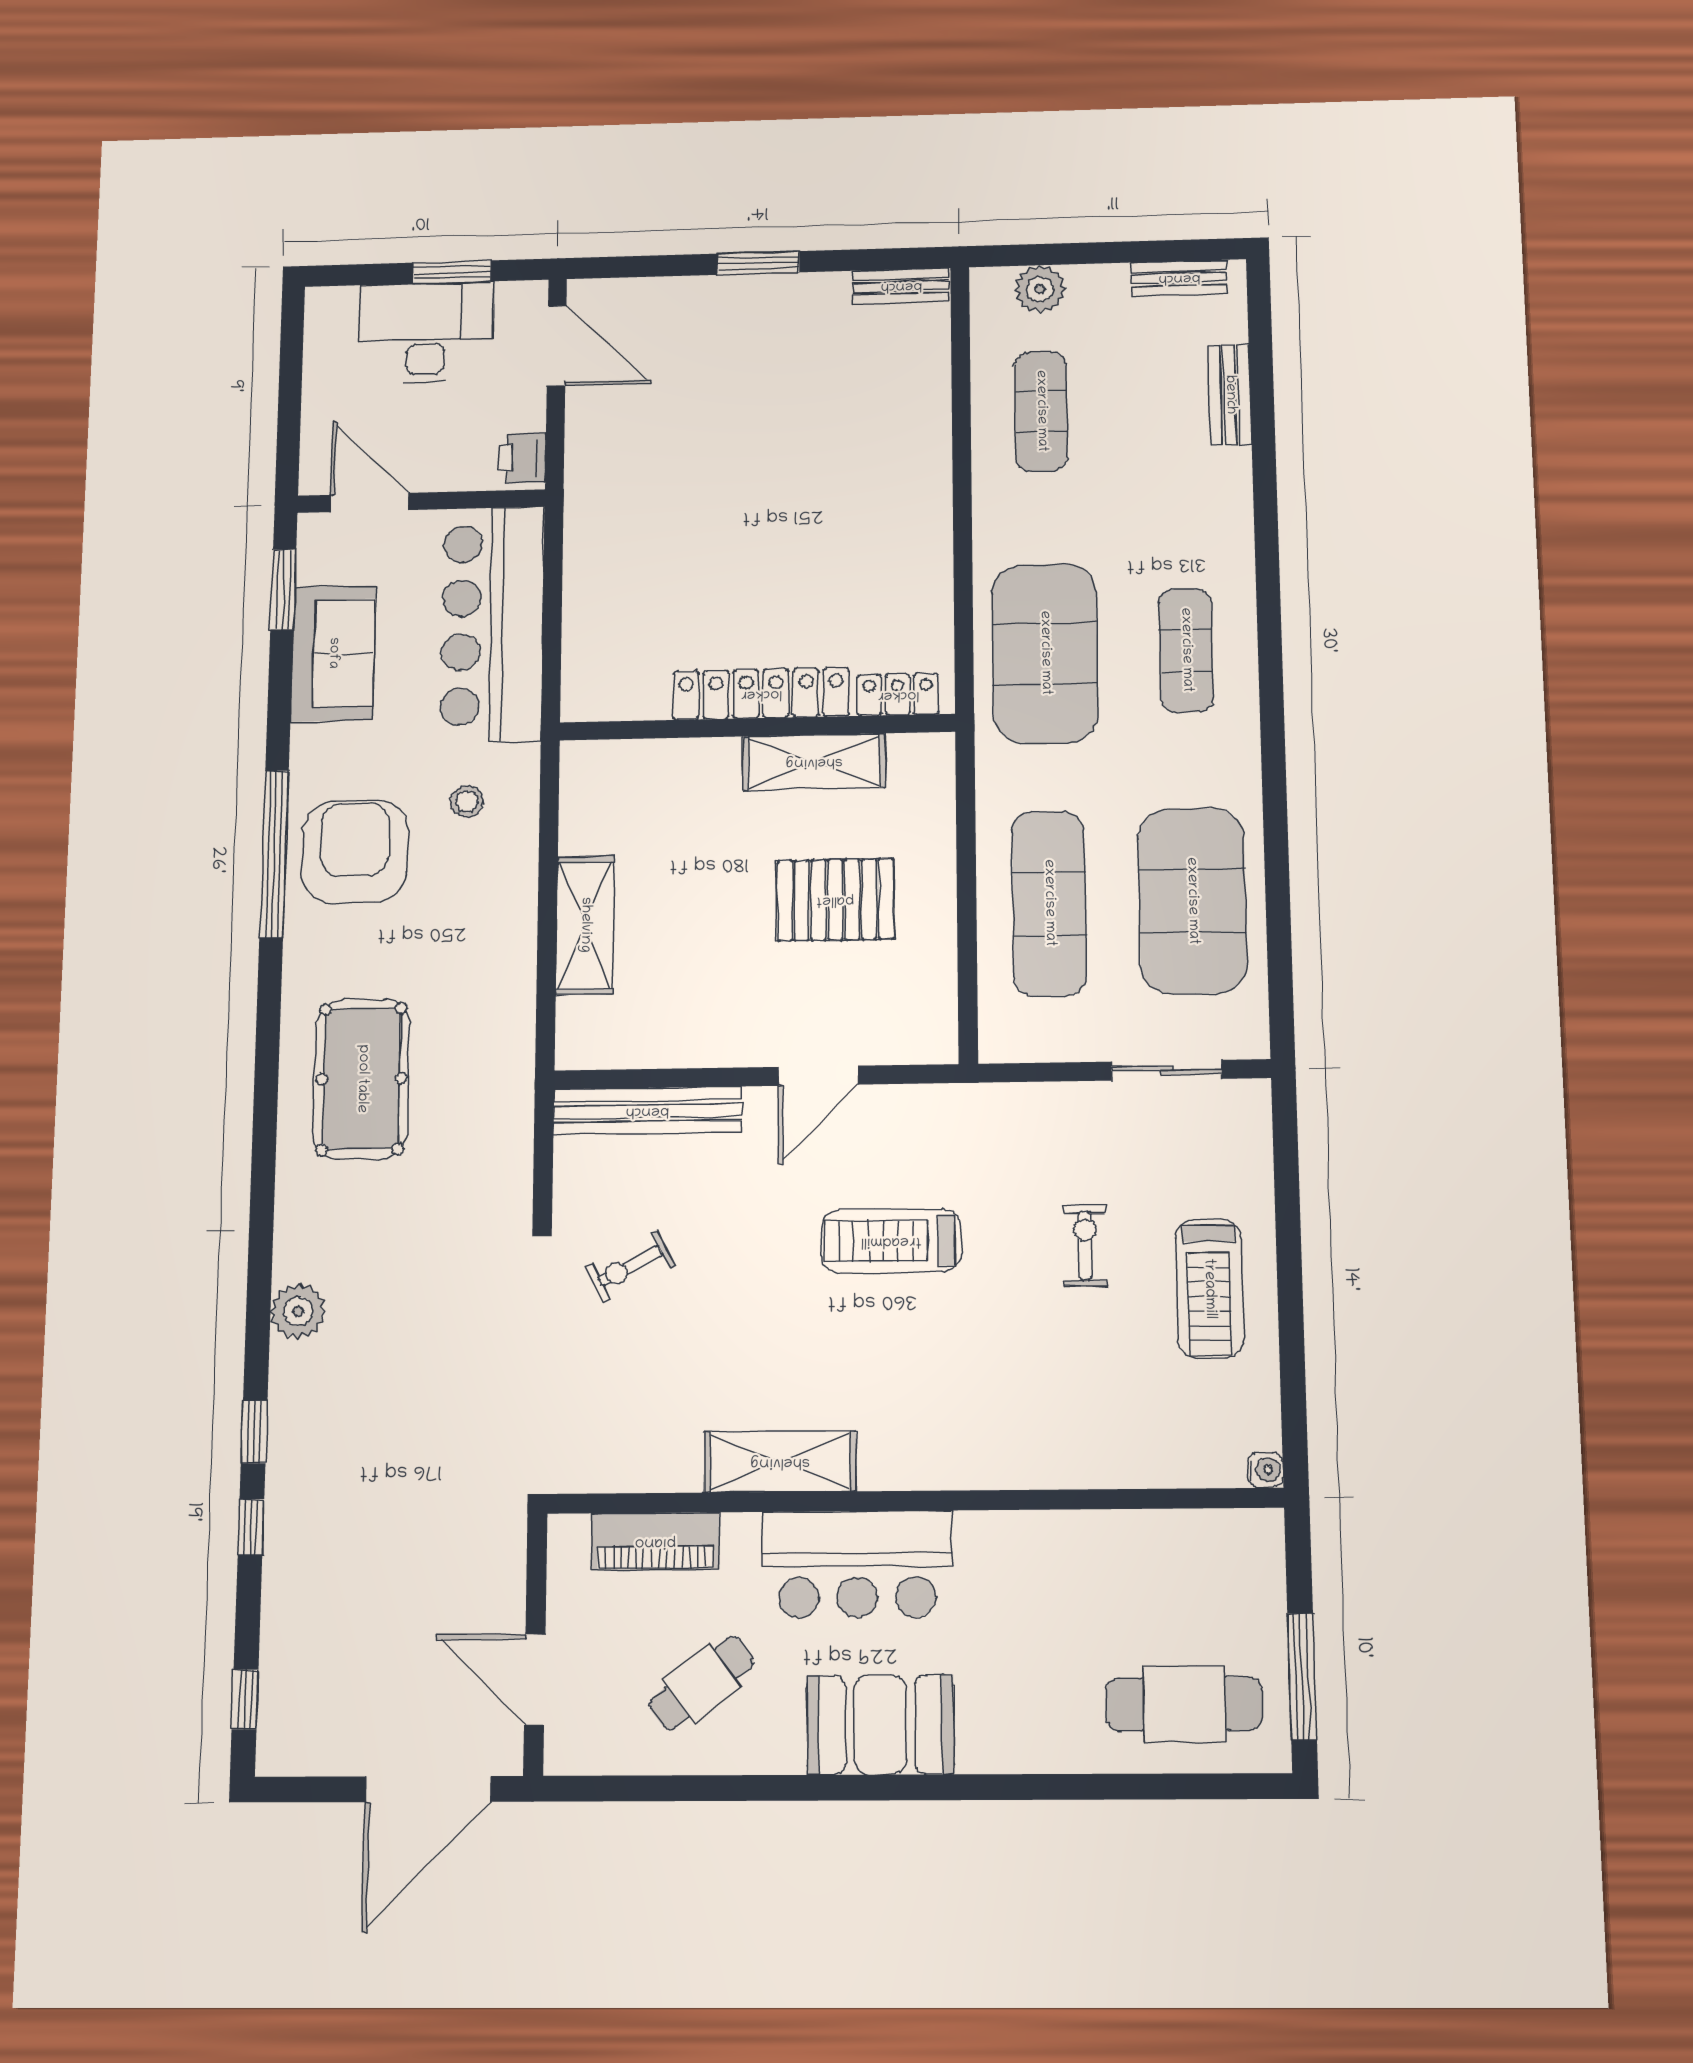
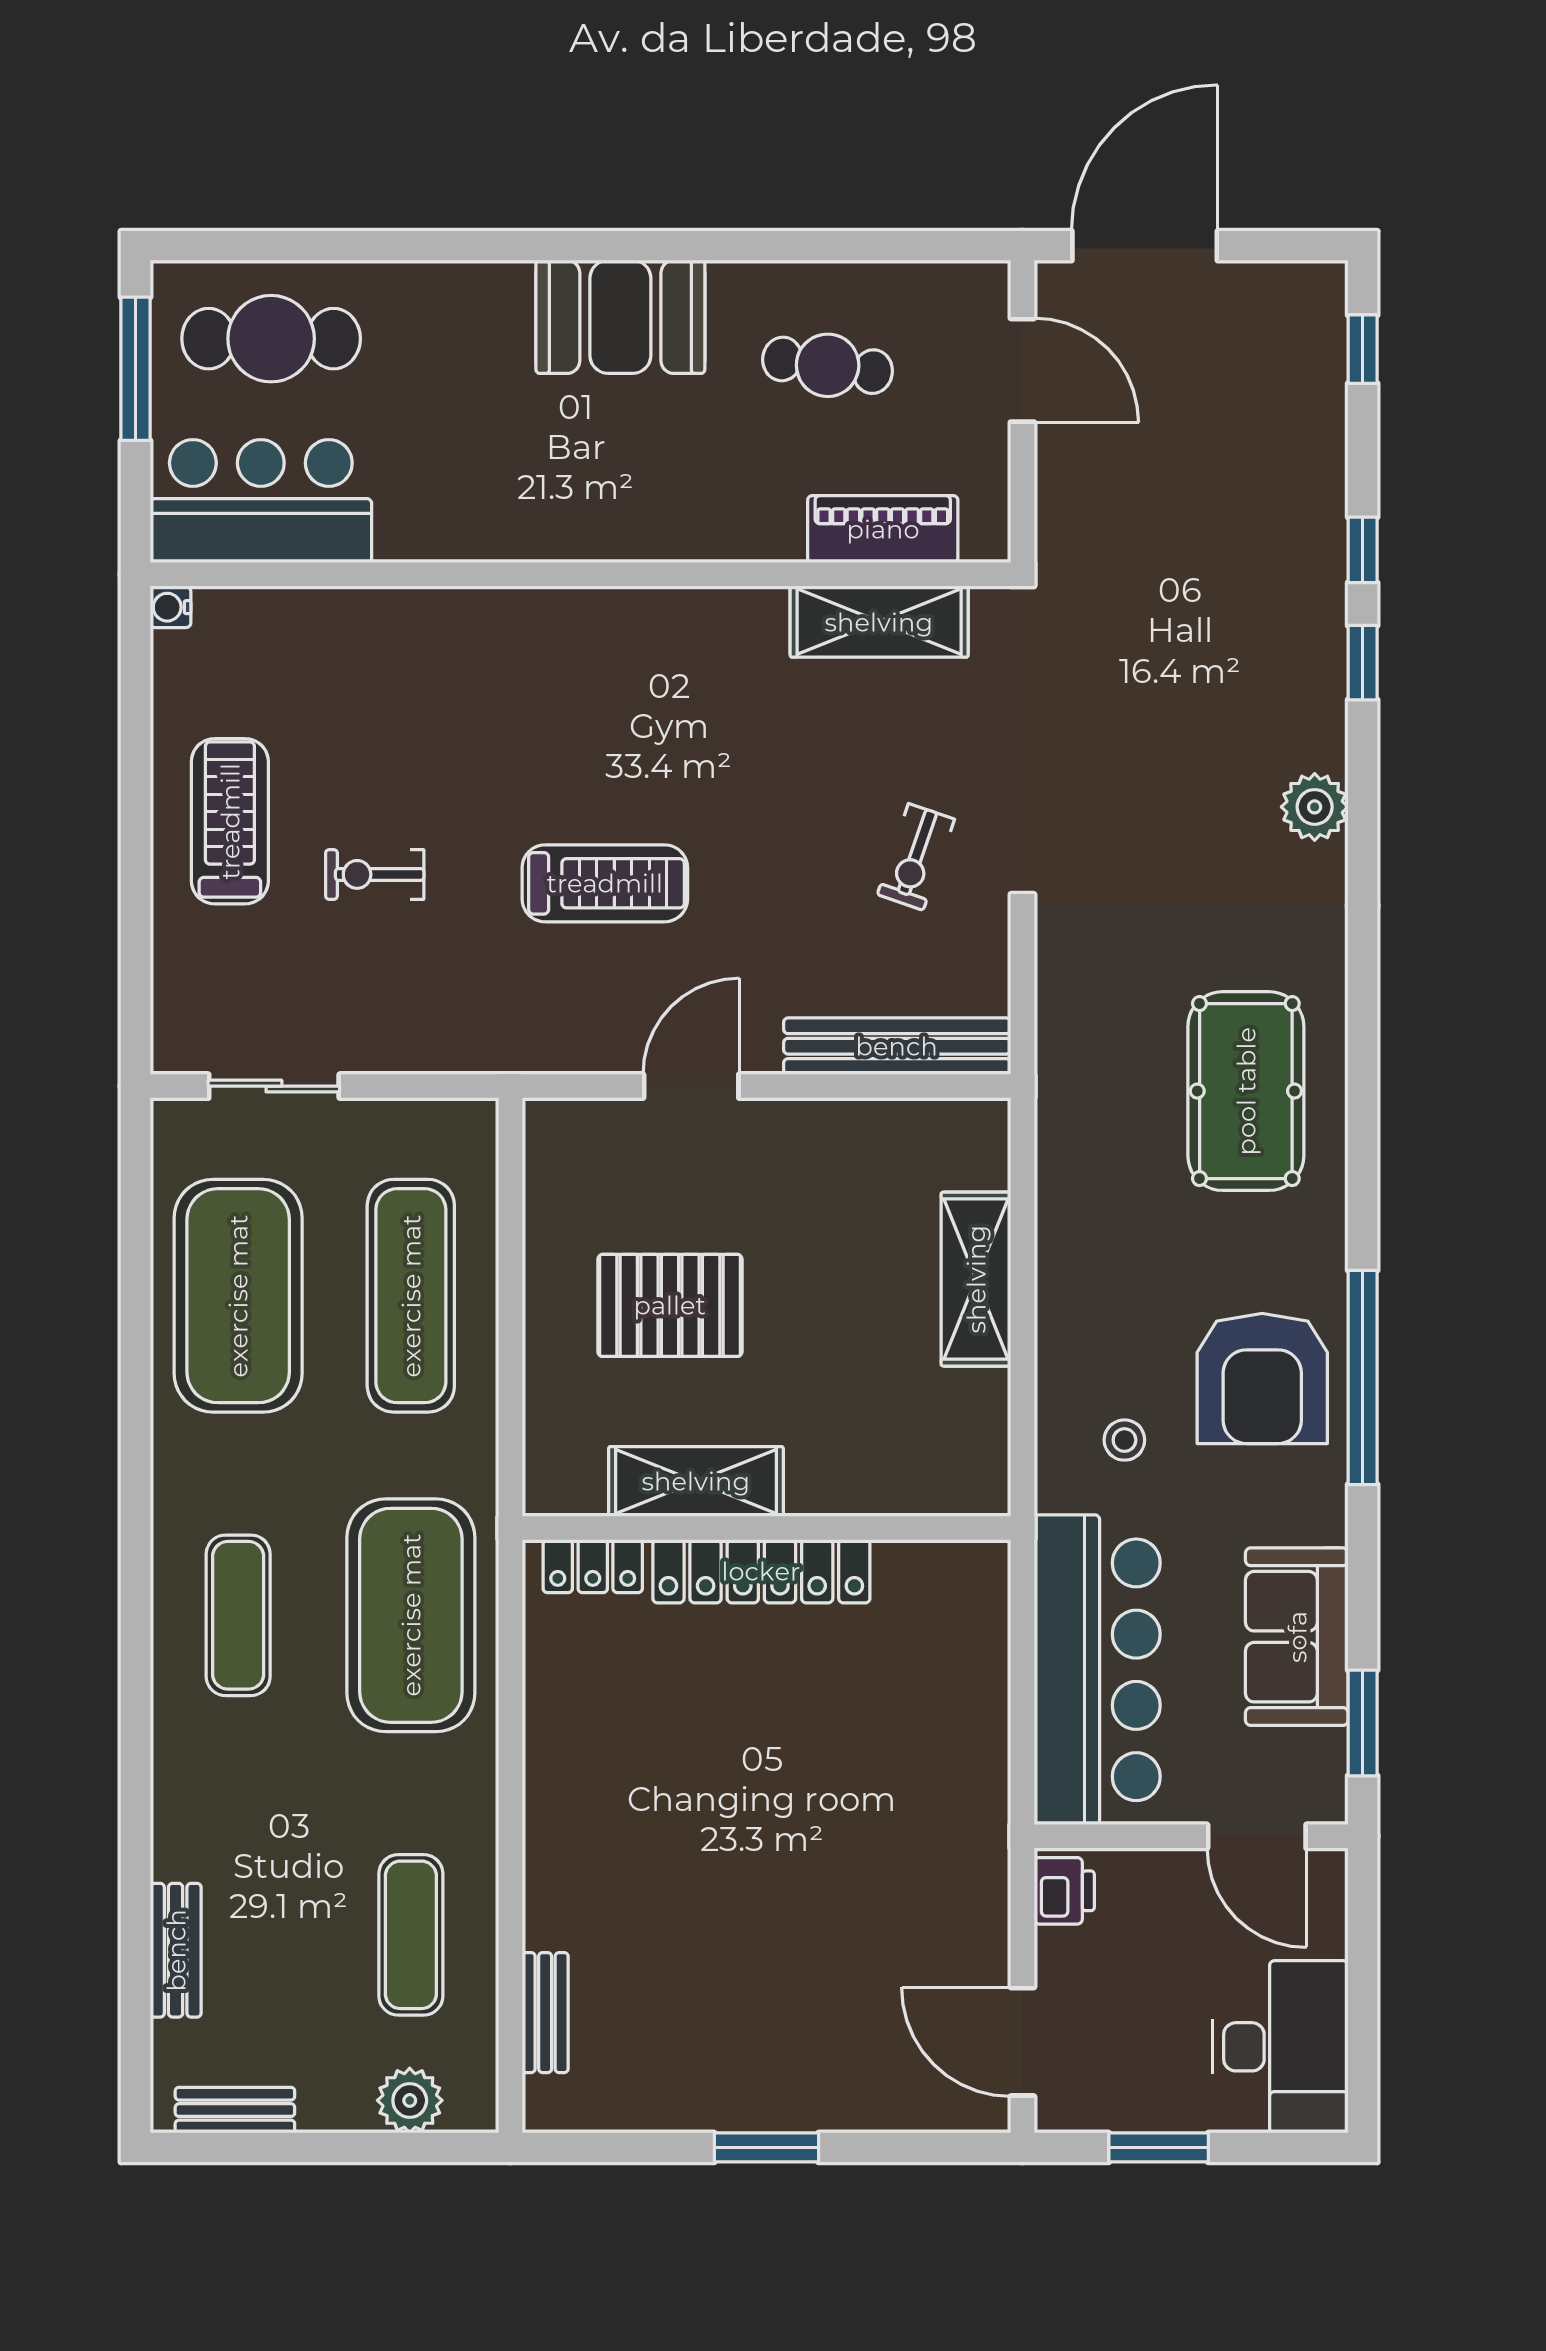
bench: (901, 286) -> (545, 2013), moved, turned 90
desk: (426, 332) -> (1280, 2047), moved, turned -90
exercise bike: (1085, 1246) -> (375, 874), turned 90
exercise bike: (630, 1266) -> (916, 857), turned 136
shelving: (780, 1462) -> (879, 622), moved
bar counter: (857, 1564) -> (261, 501), moved
cafe table: (702, 1683) -> (828, 365), turned 46

